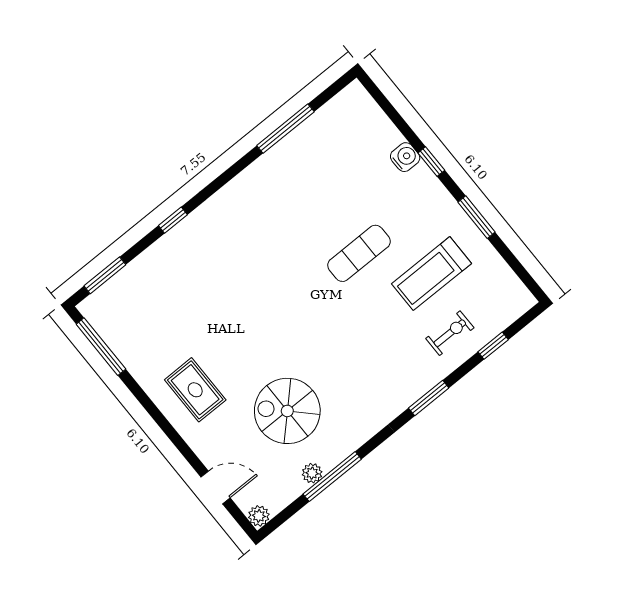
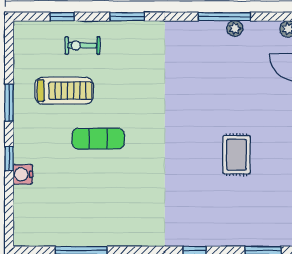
rug: (195, 390) -> (237, 155), moved
spiral stairs: (287, 411) -> (219, 78), removed

